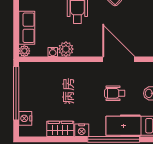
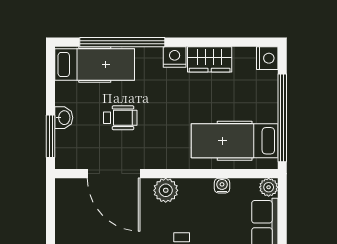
plant: (66, 49) -> (166, 190), moved
hospital bed: (45, 79) -> (235, 141), added
nightstand: (25, 118) -> (267, 58), moved

